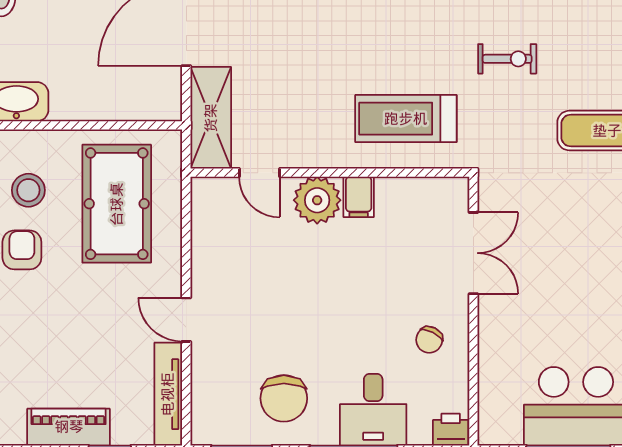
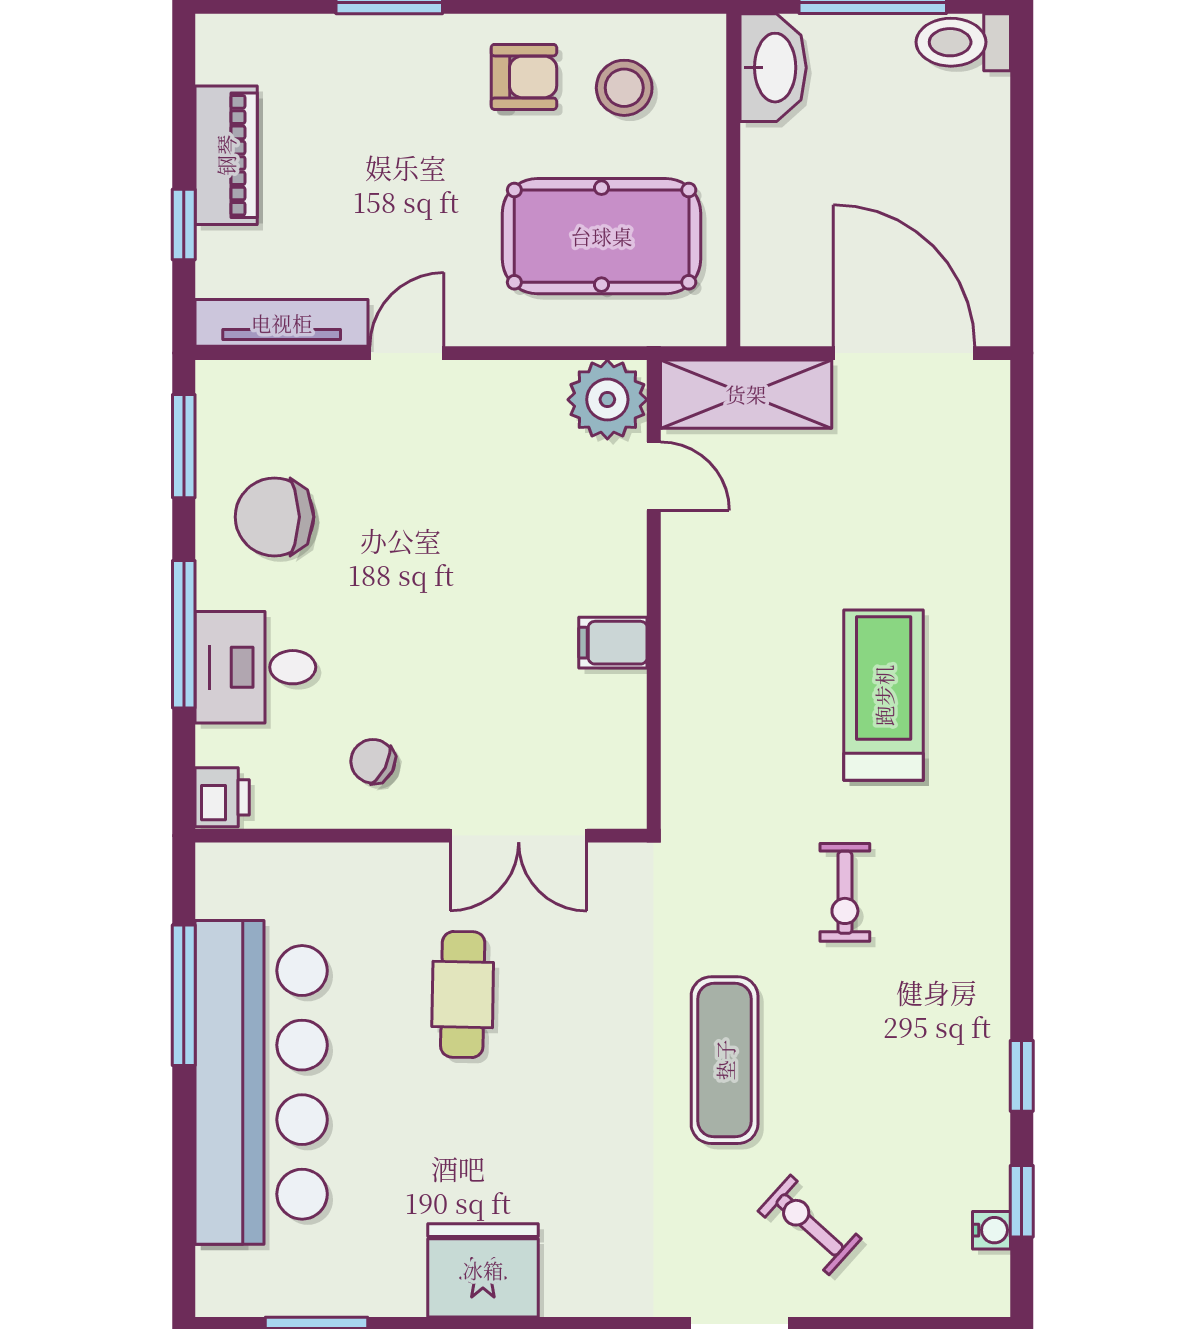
treadmill: (406, 119) -> (884, 695), moved
door: (259, 173) -> (654, 476), swing flipped
plant: (317, 200) -> (607, 400), moved
cafe table: (568, 286) -> (463, 994), added

